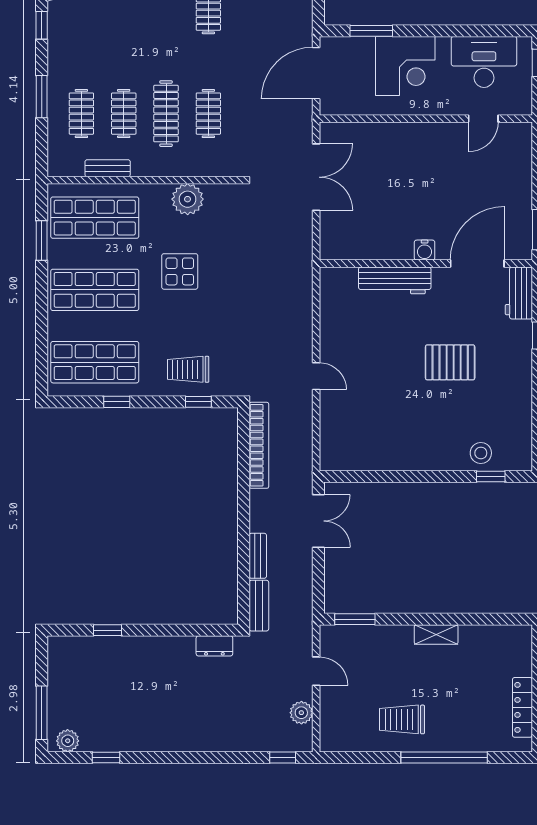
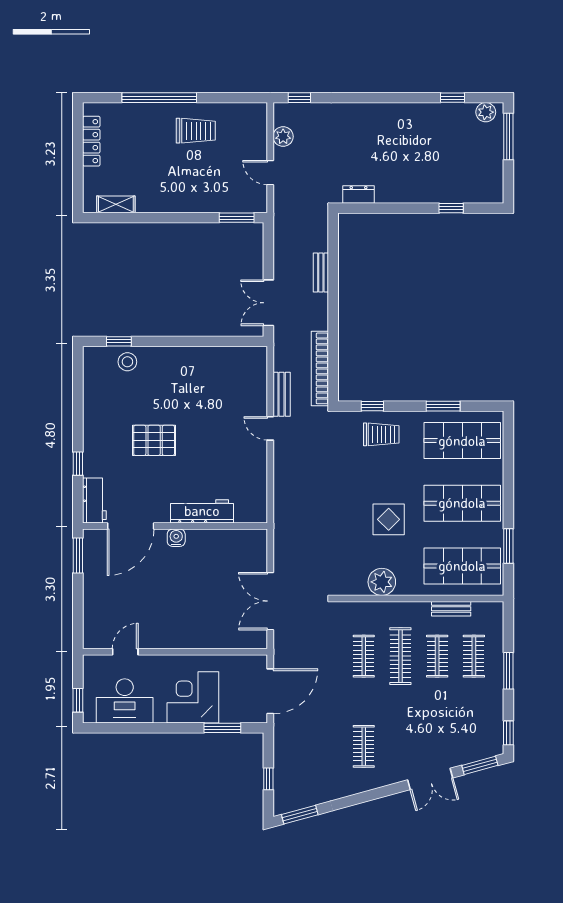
window: (117, 402) -> (443, 406), width x1.50
bench: (259, 606) -> (282, 394), moved
shelving: (436, 634) -> (116, 204), moved

